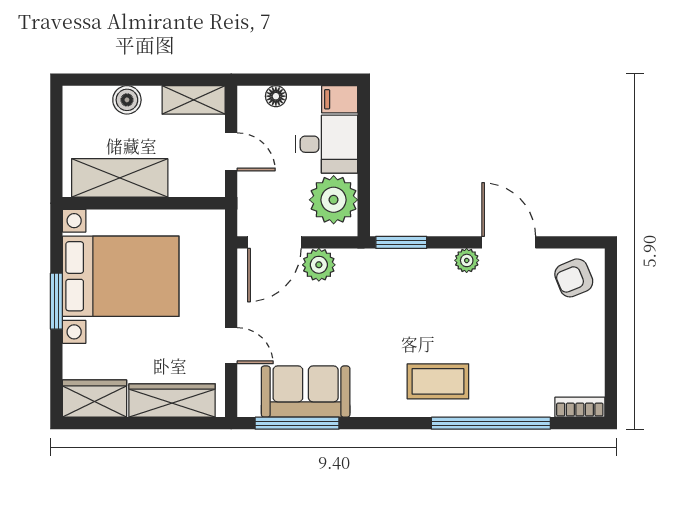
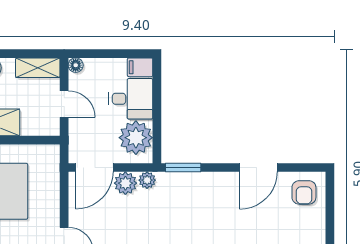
floor lamp: (276, 96) -> (76, 65), moved
door: (509, 242) -> (258, 168), swing flipped
plant: (467, 260) -> (147, 180), moved
armchair: (574, 278) -> (304, 192), turned -68

